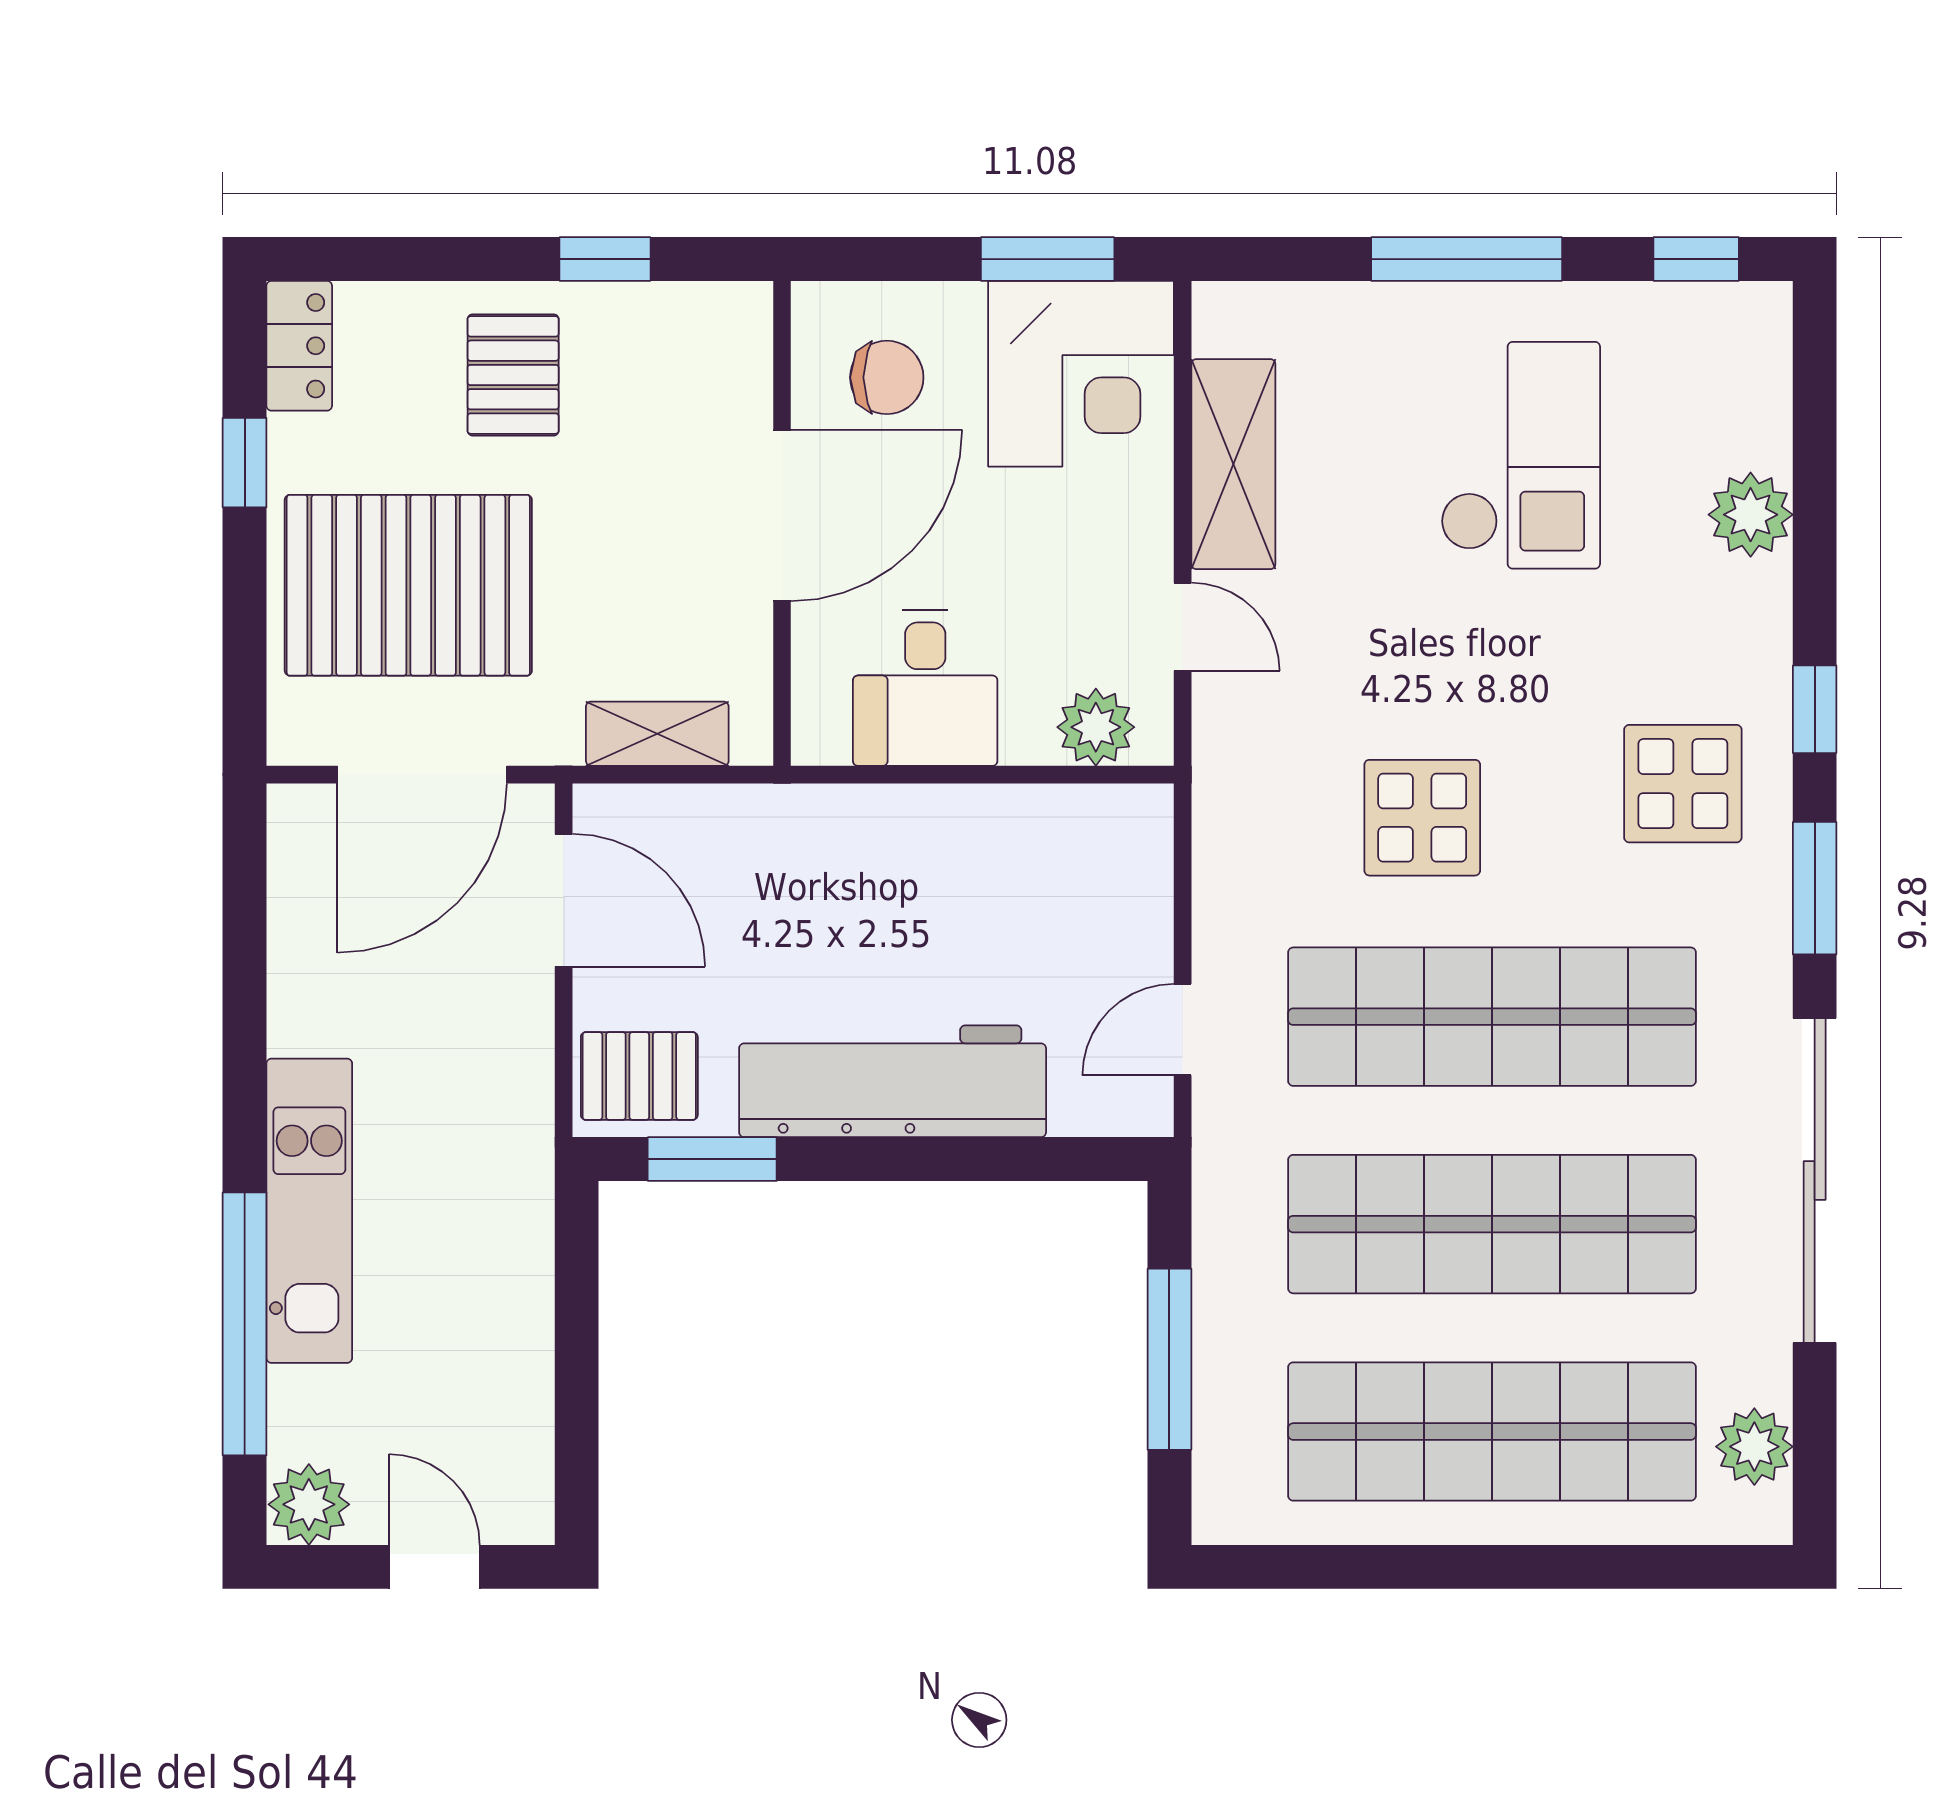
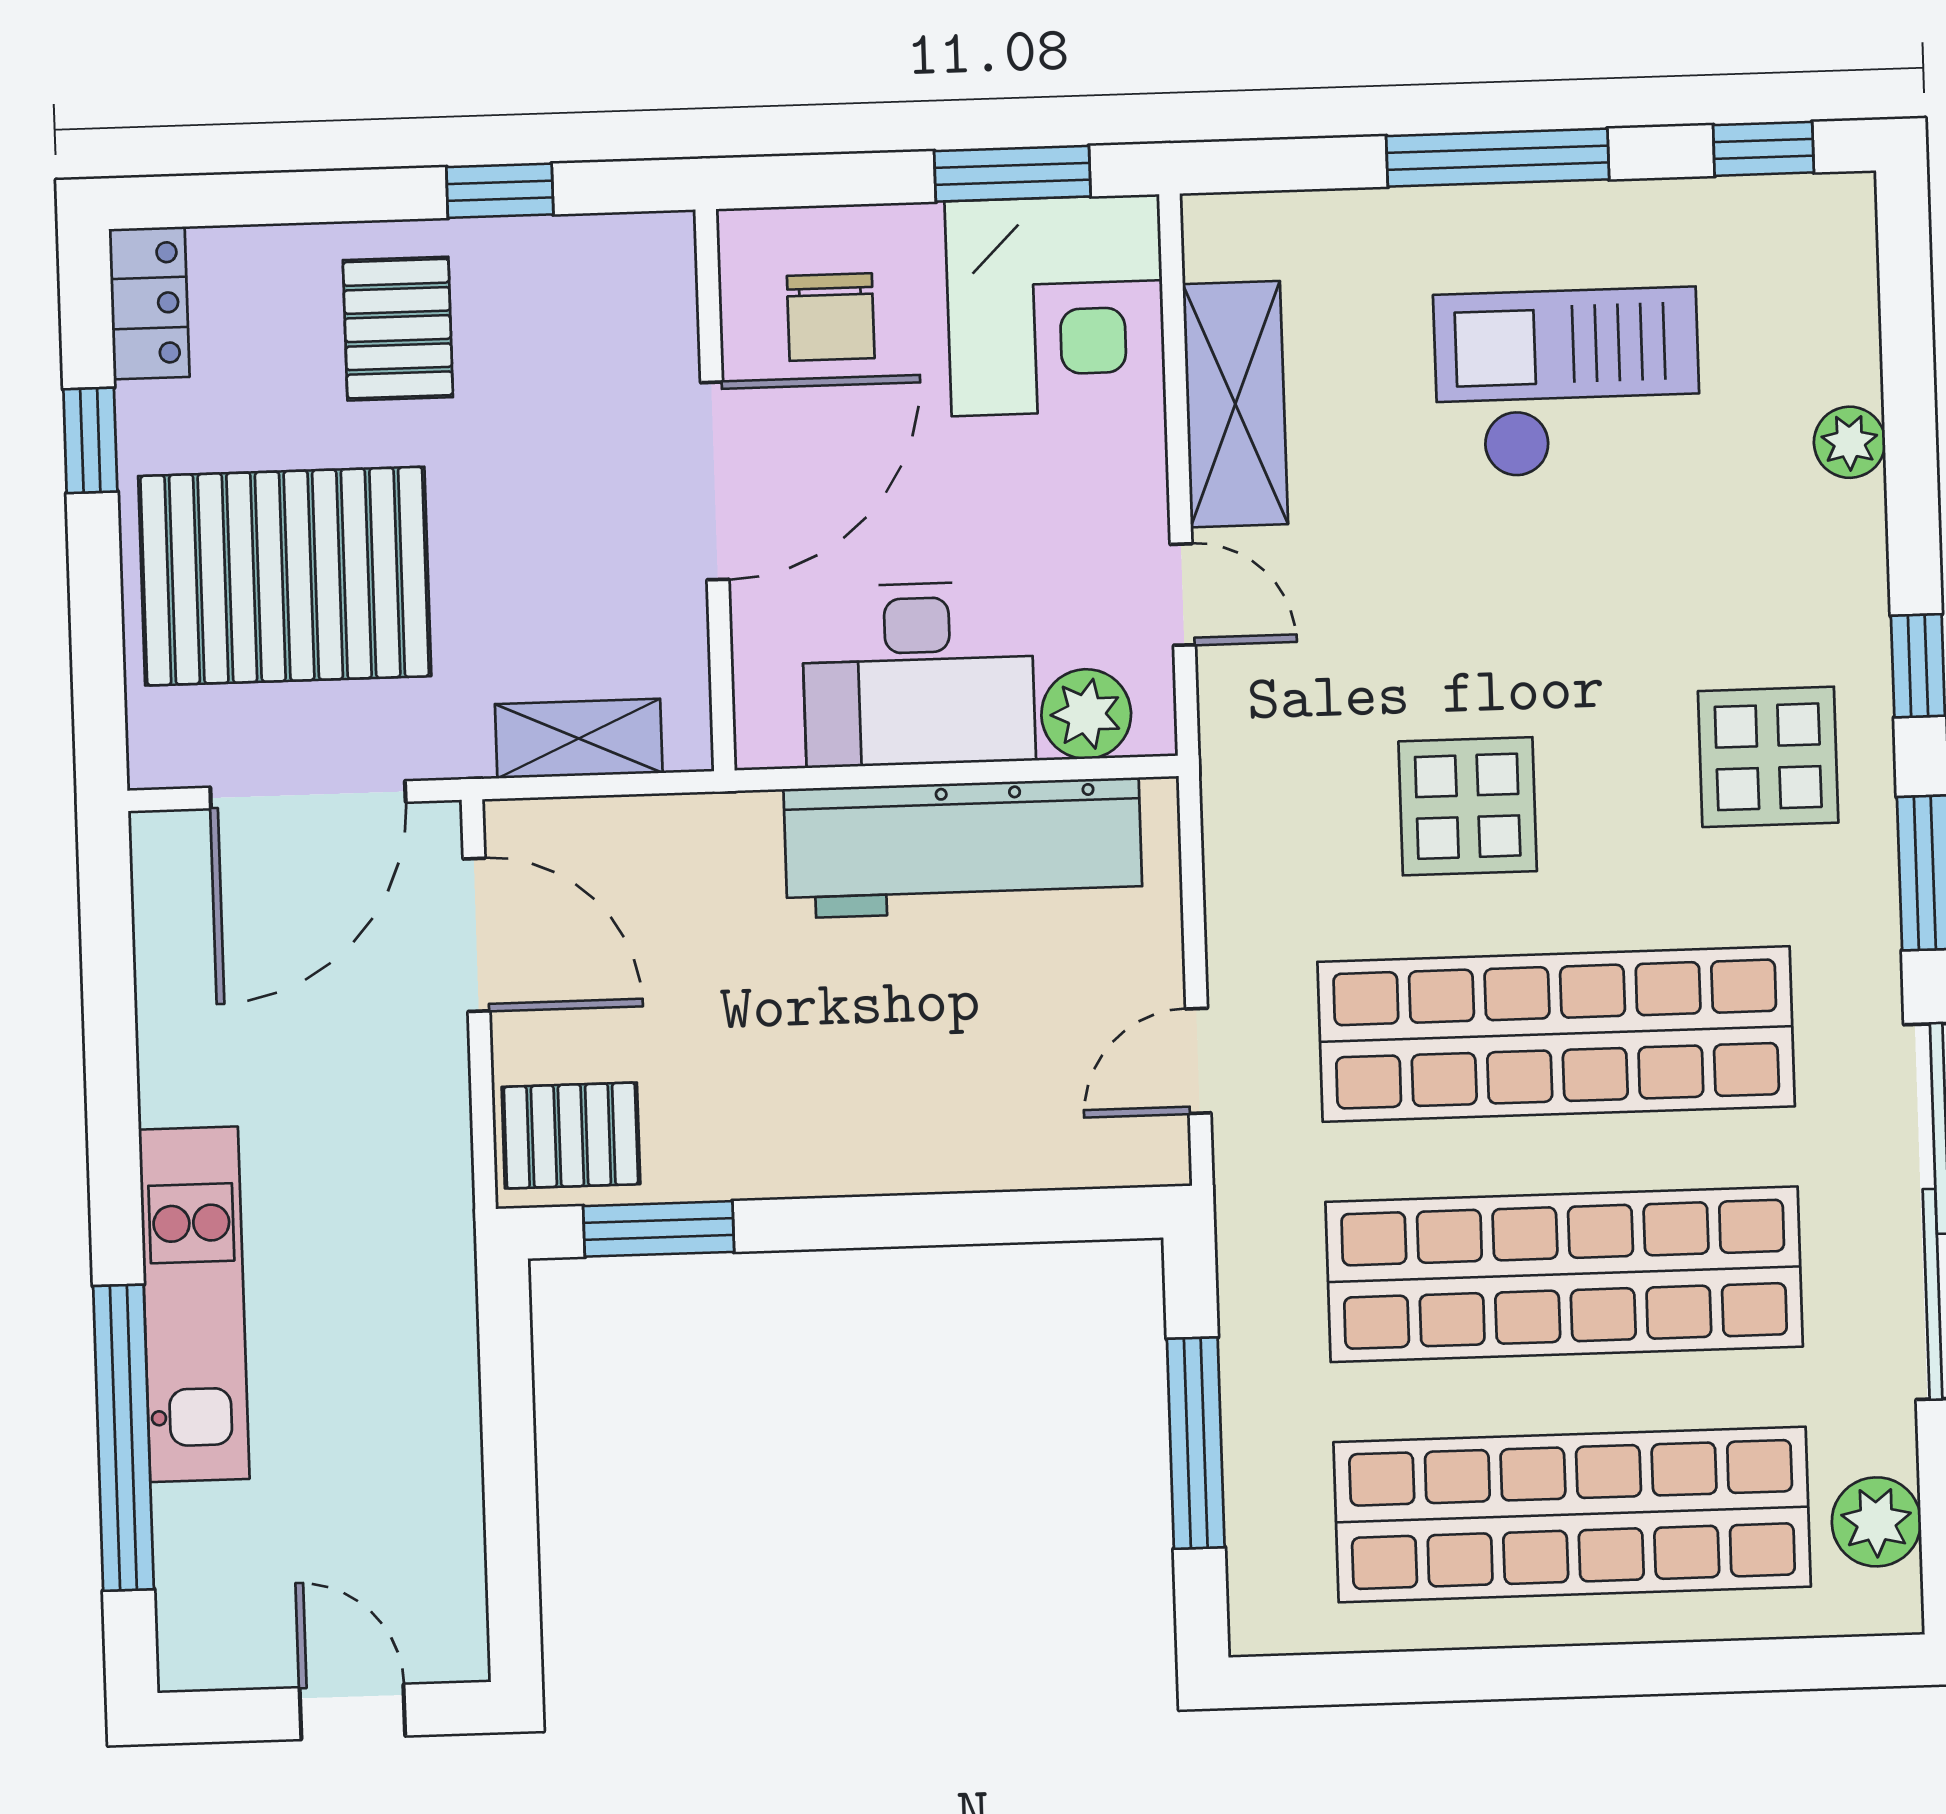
chair: (887, 377) -> (831, 317), turned 90
checkout: (1520, 455) -> (1567, 383), turned -90
plant: (1751, 515) -> (1850, 442), width x0.73, depth x0.73
desk: (925, 688) -> (918, 674), width x1.37
workbench: (893, 1081) -> (963, 848), moved, turned 180
plant: (309, 1504) -> (205, 1644), removed

